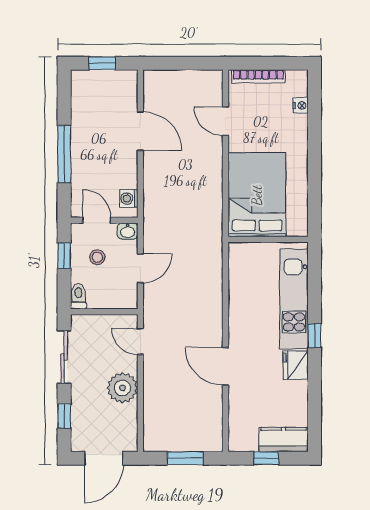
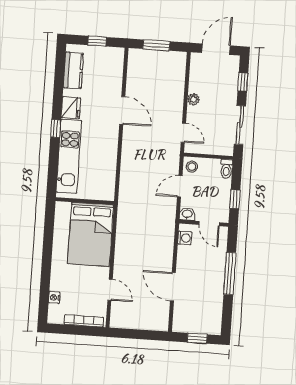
stool: (97, 257) -> (192, 167), moved
plant: (122, 388) -> (194, 99), width x0.53, depth x0.53
kitchen counter: (284, 440) -> (73, 70), moved, turned -90

